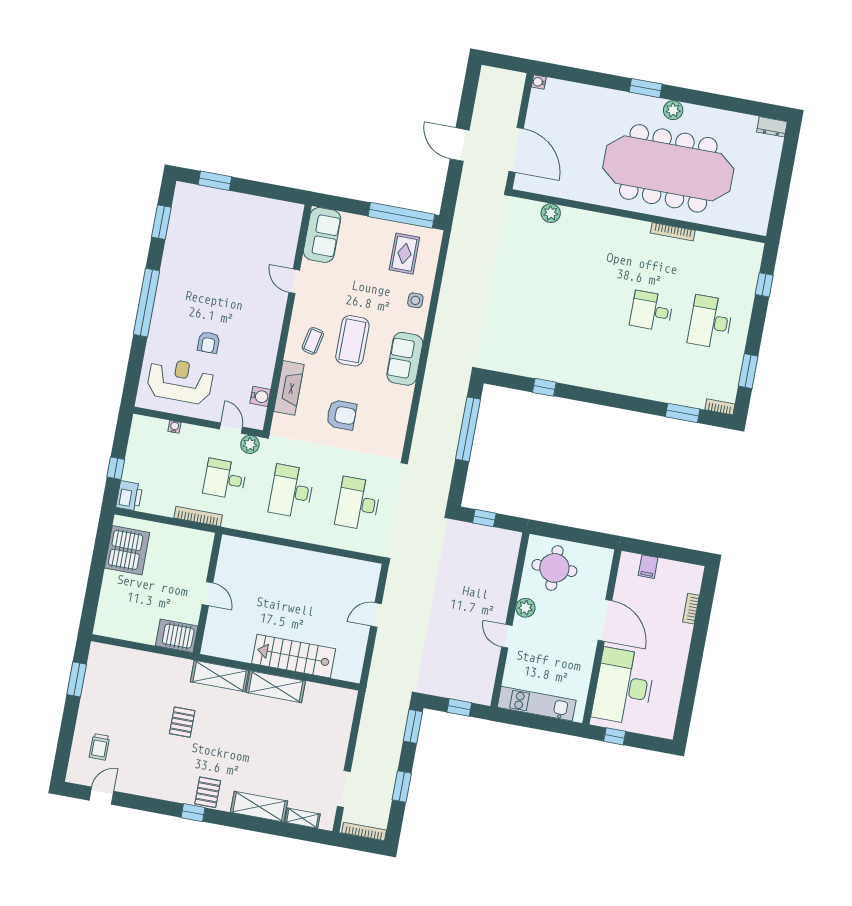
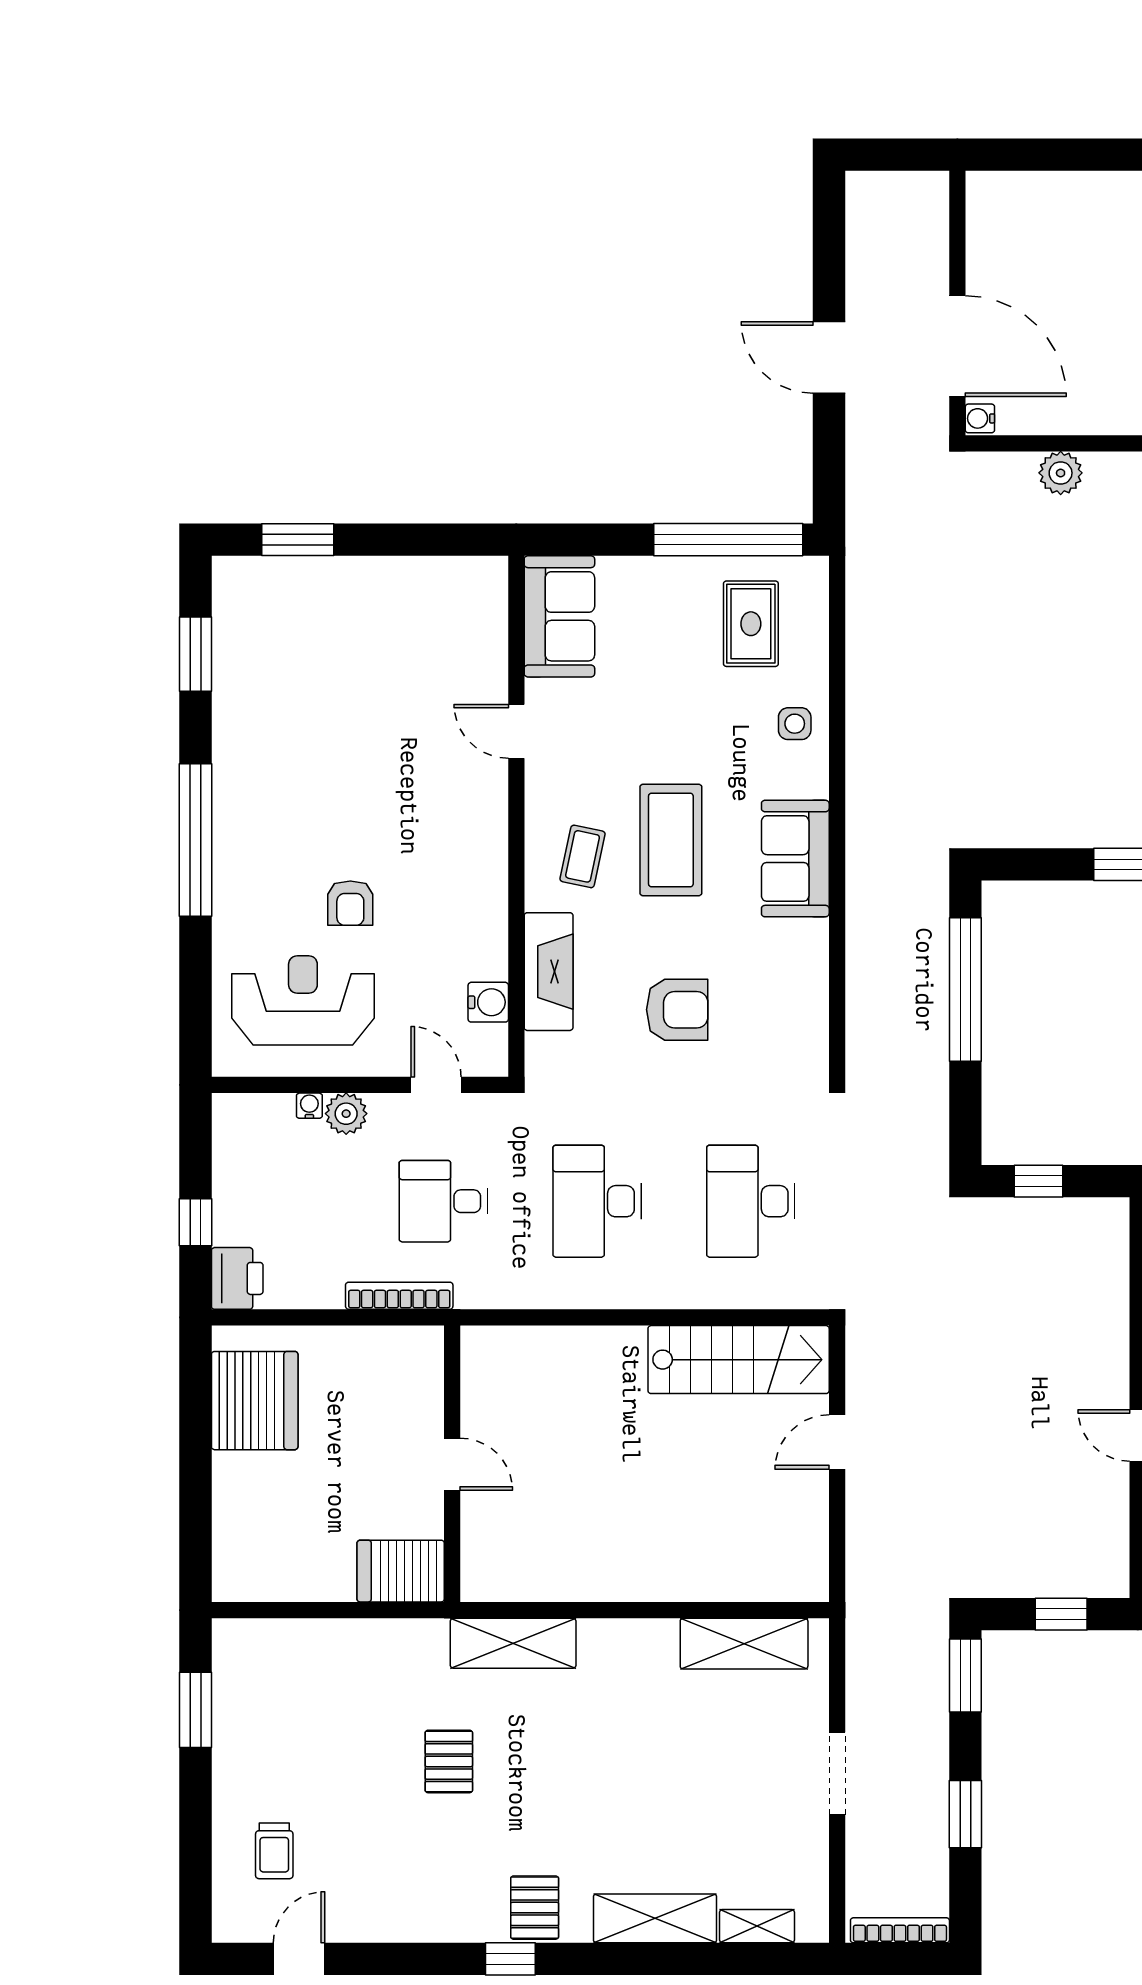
water cooler: (539, 82) -> (980, 418), moved
plant: (250, 444) -> (346, 1114), moved
stairs: (294, 656) -> (739, 1360), moved, turned 180
shelving: (276, 687) -> (744, 1644), moved
doorway: (344, 789) -> (837, 1773), moved

